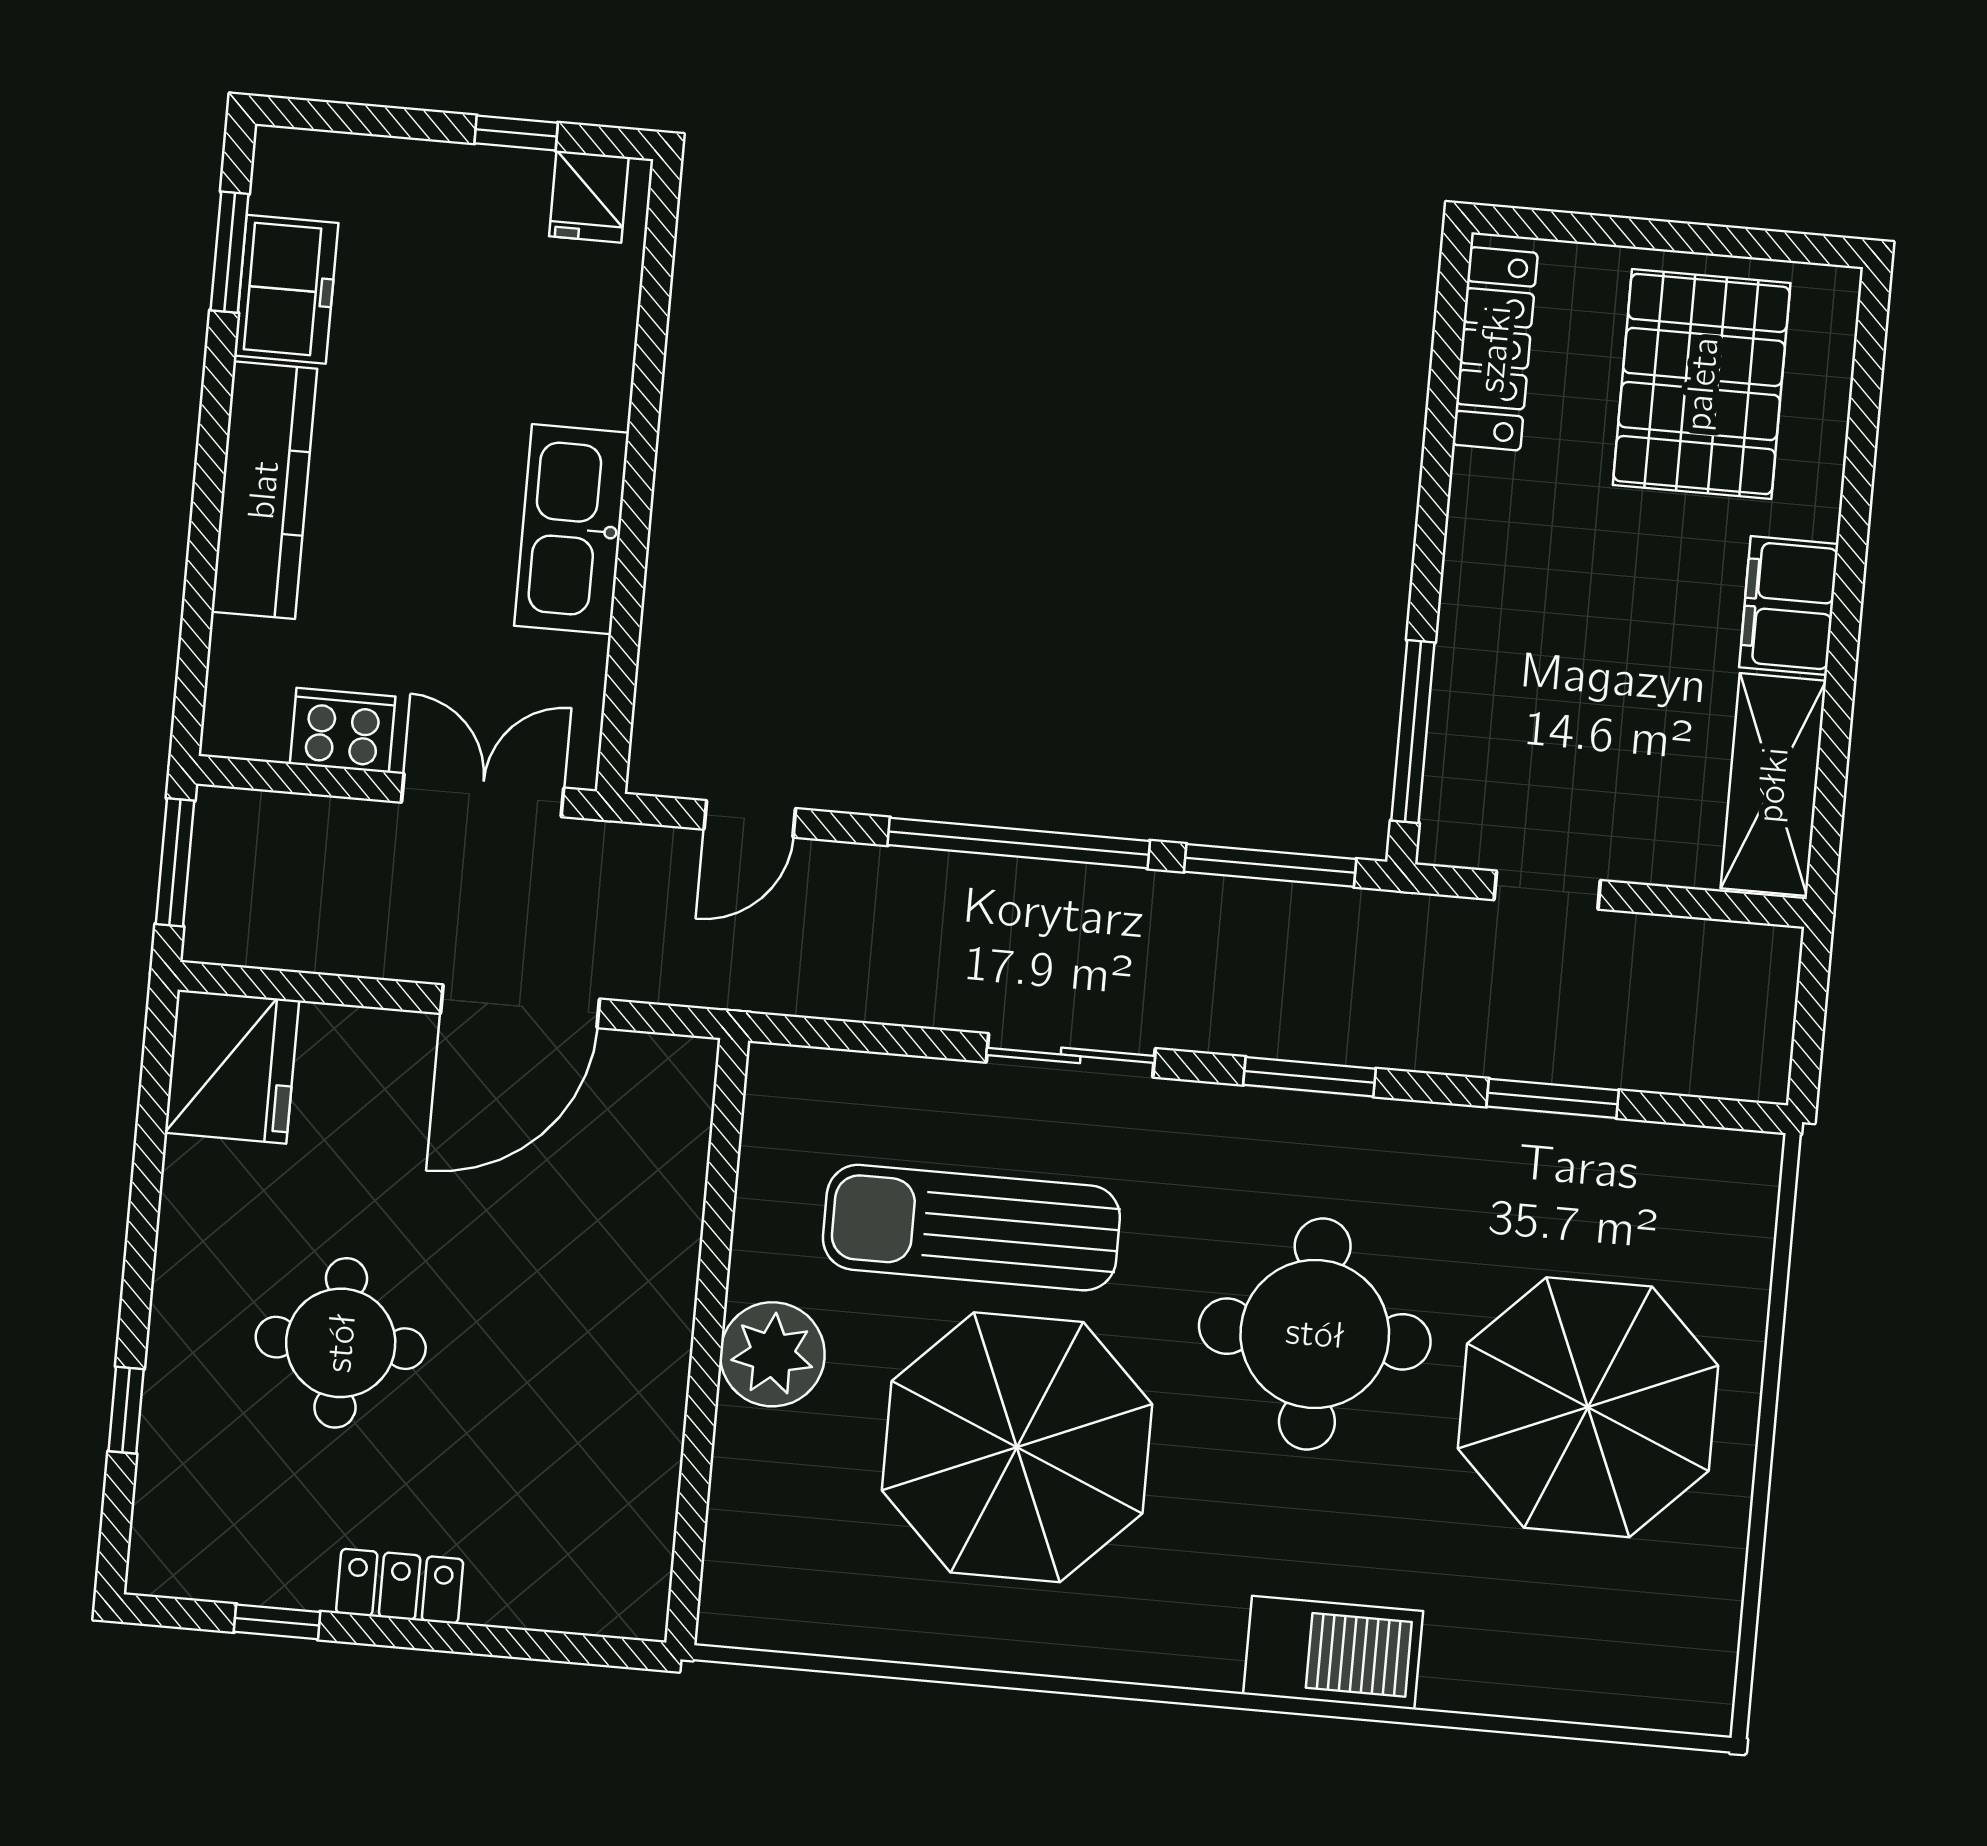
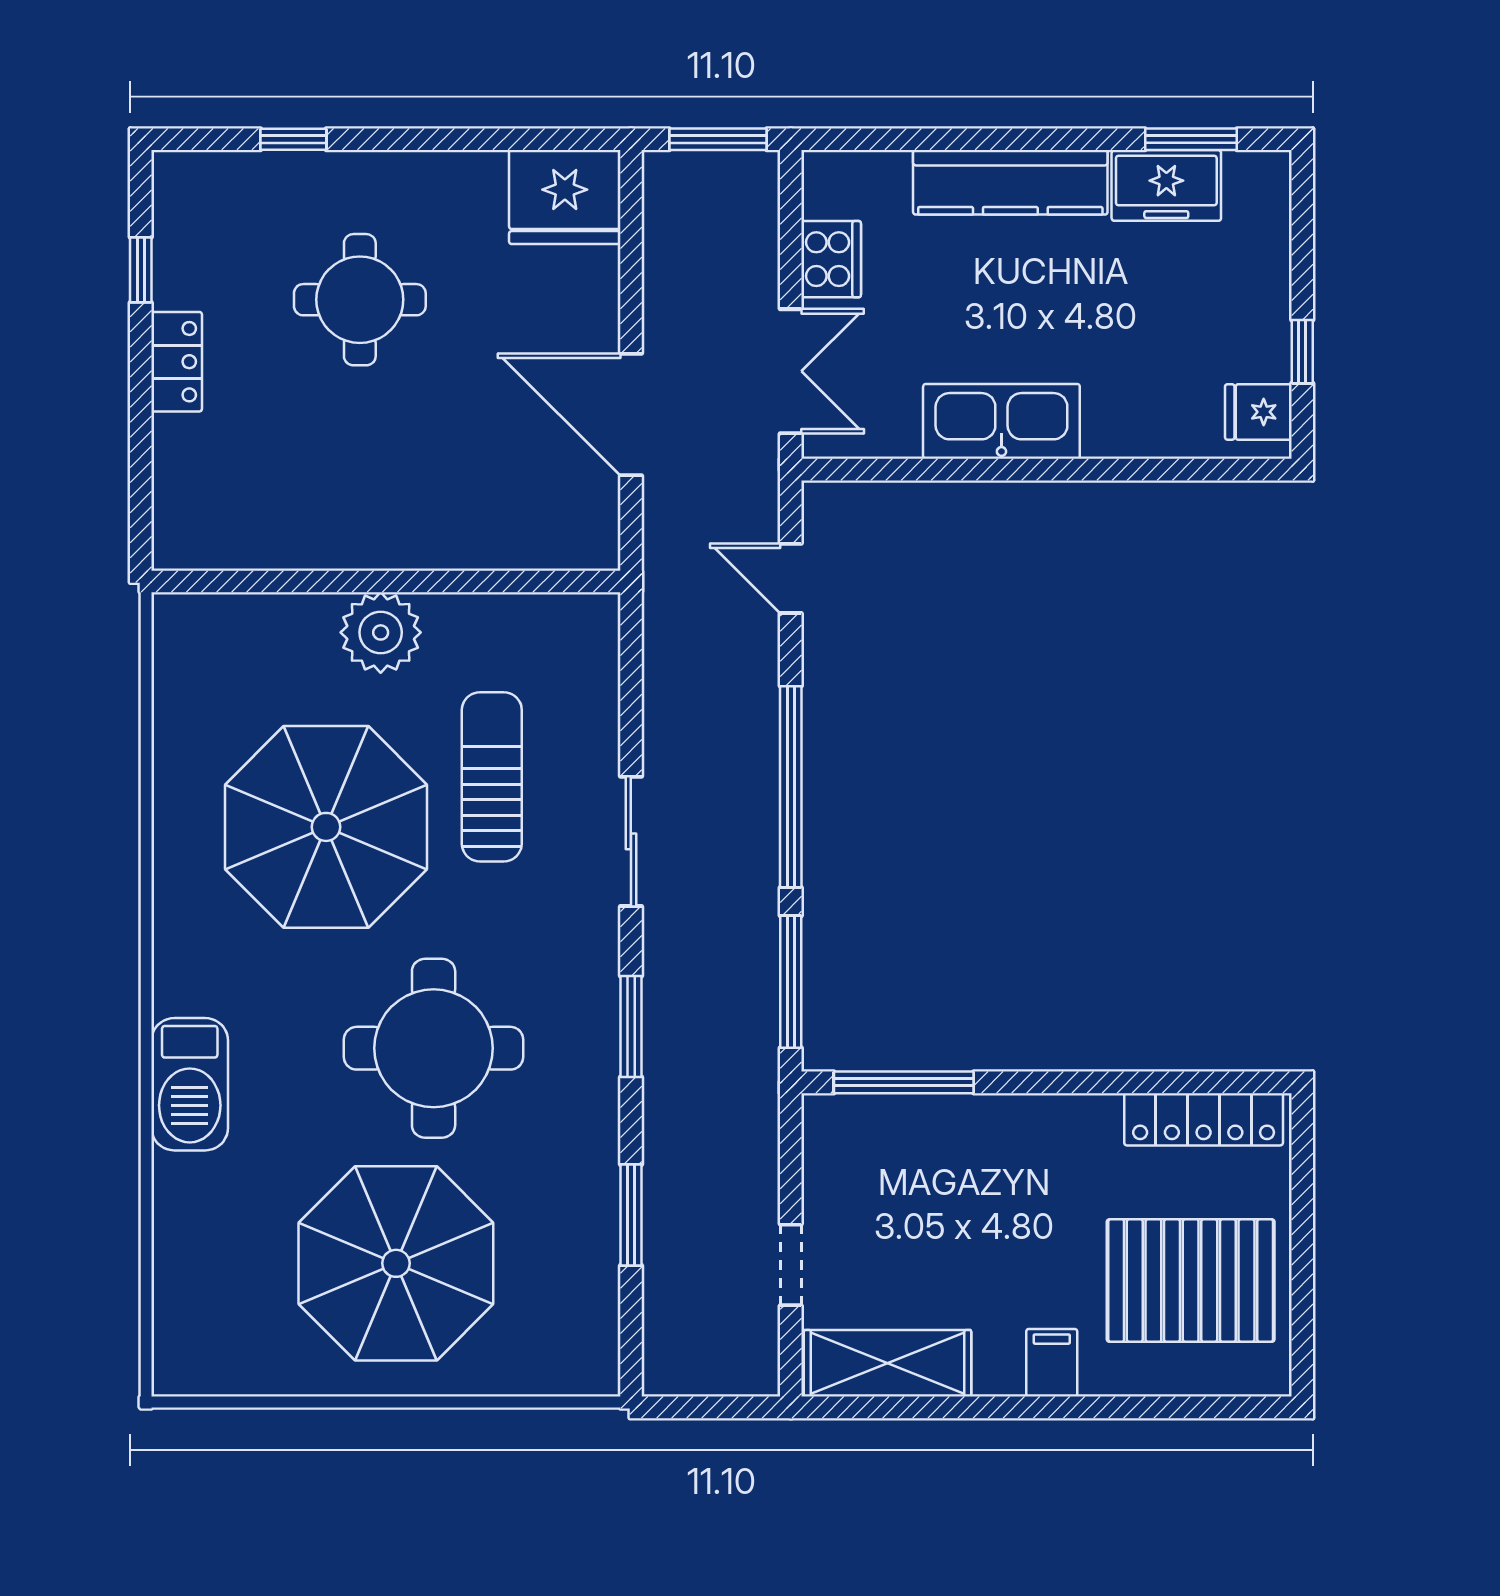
filing cabinet: (1789, 606) -> (1052, 1363), width x0.50
doorway: (1547, 890) -> (791, 1265), moved
sun lounger: (971, 1228) -> (492, 777), width x0.73, depth x0.75

